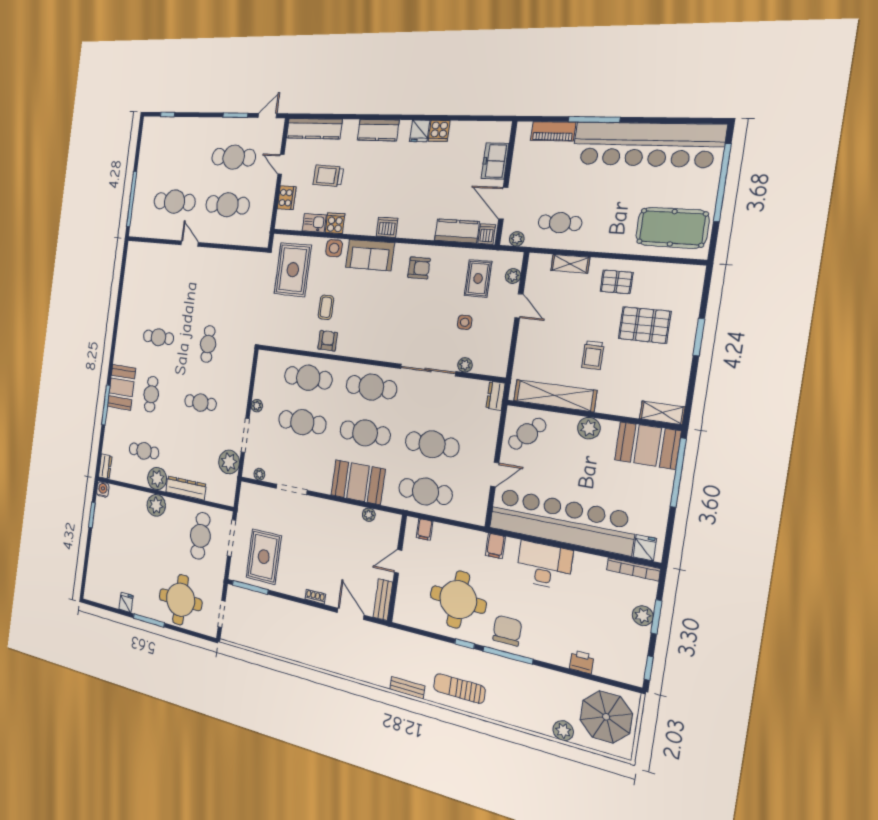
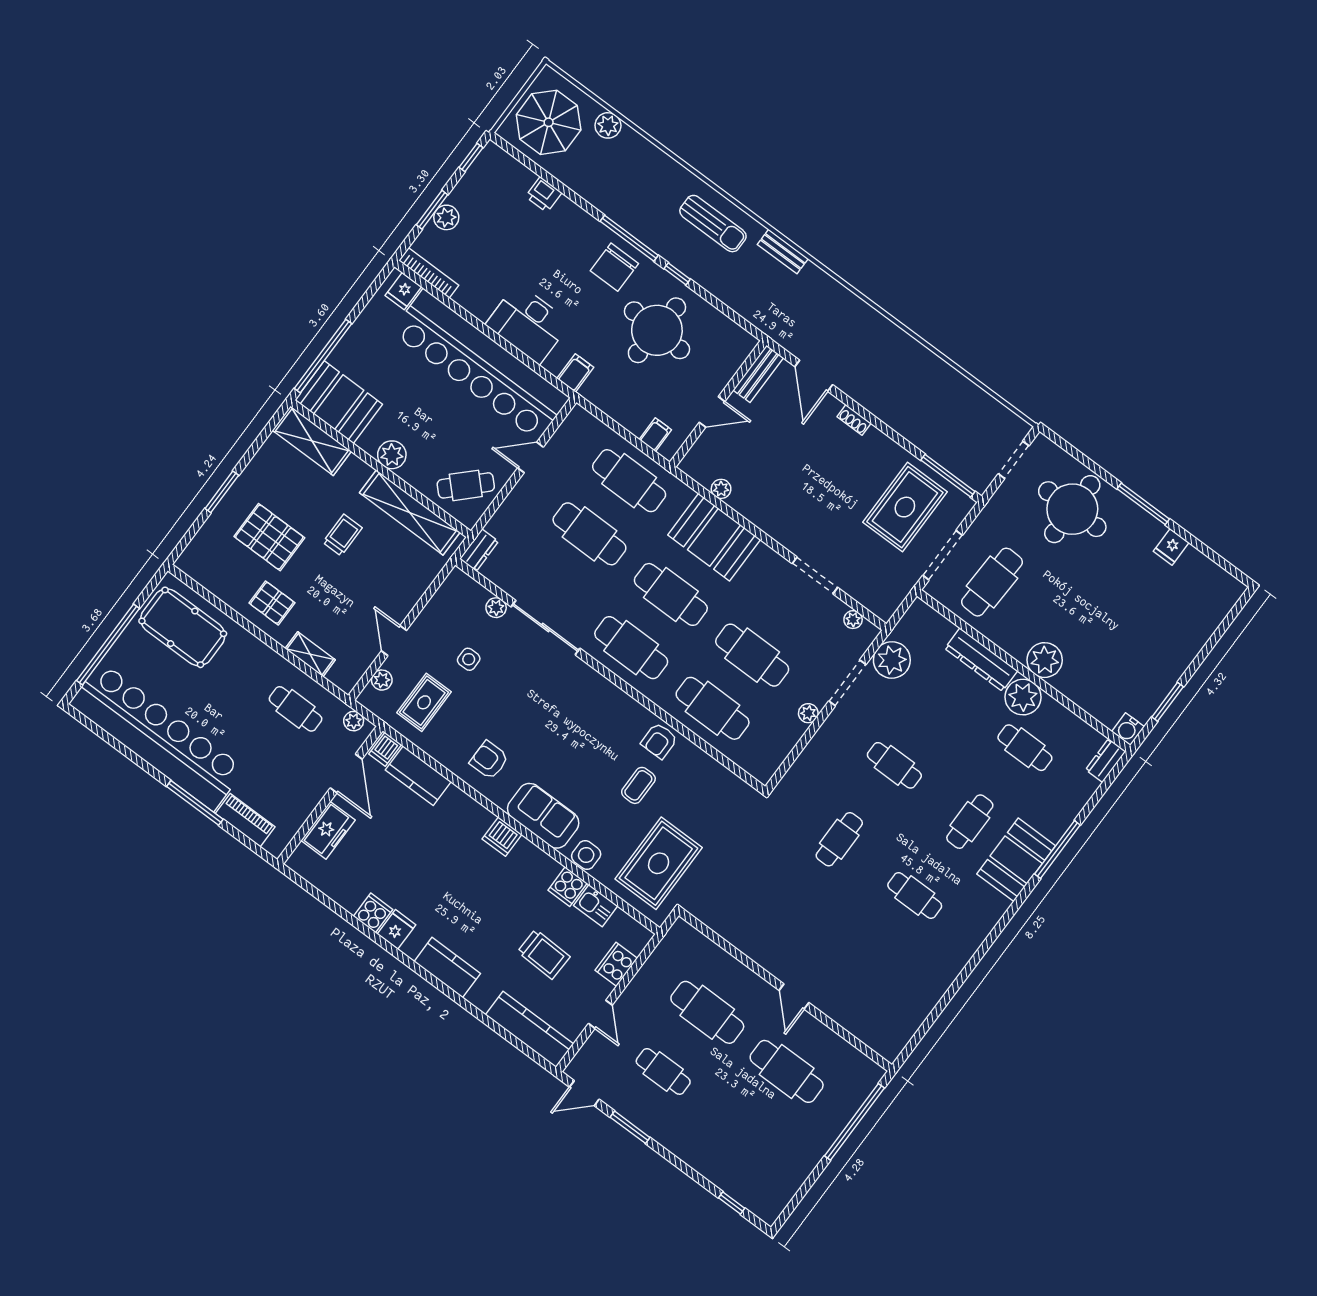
cafe table: (234, 157) -> (663, 1071), width x0.73, depth x0.74
shelving: (662, 413) -> (312, 441), width x1.50, depth x1.33

